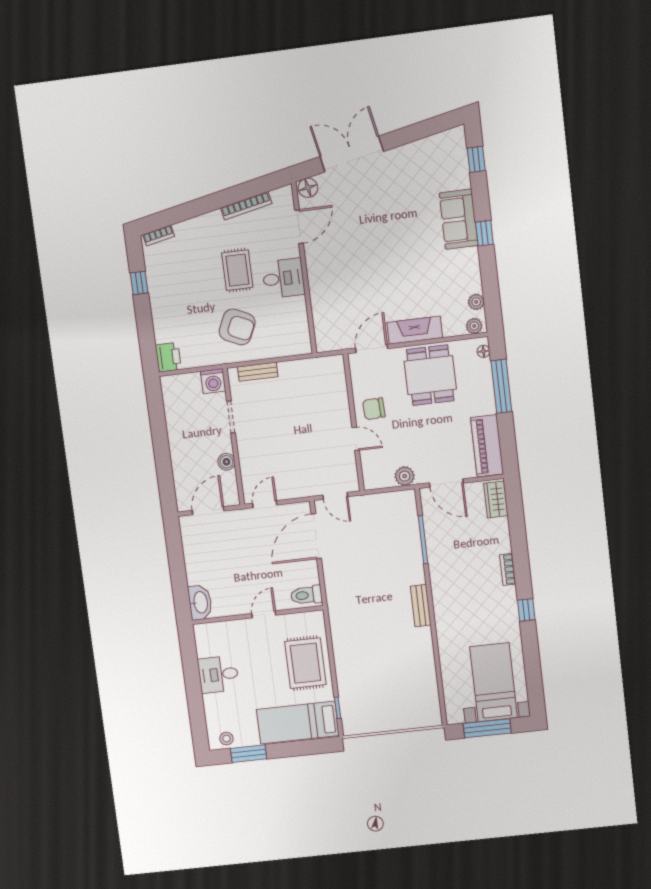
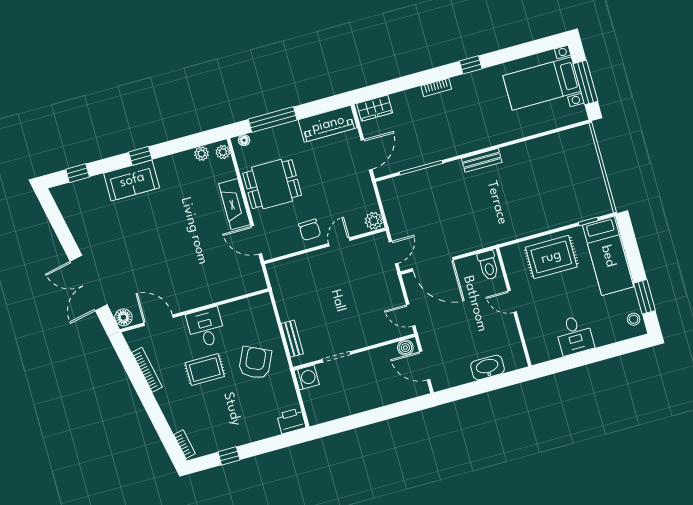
boiler: (226, 462) -> (405, 348), moved
plant: (405, 476) -> (374, 221), moved
washbasin: (200, 602) -> (487, 367), moved

